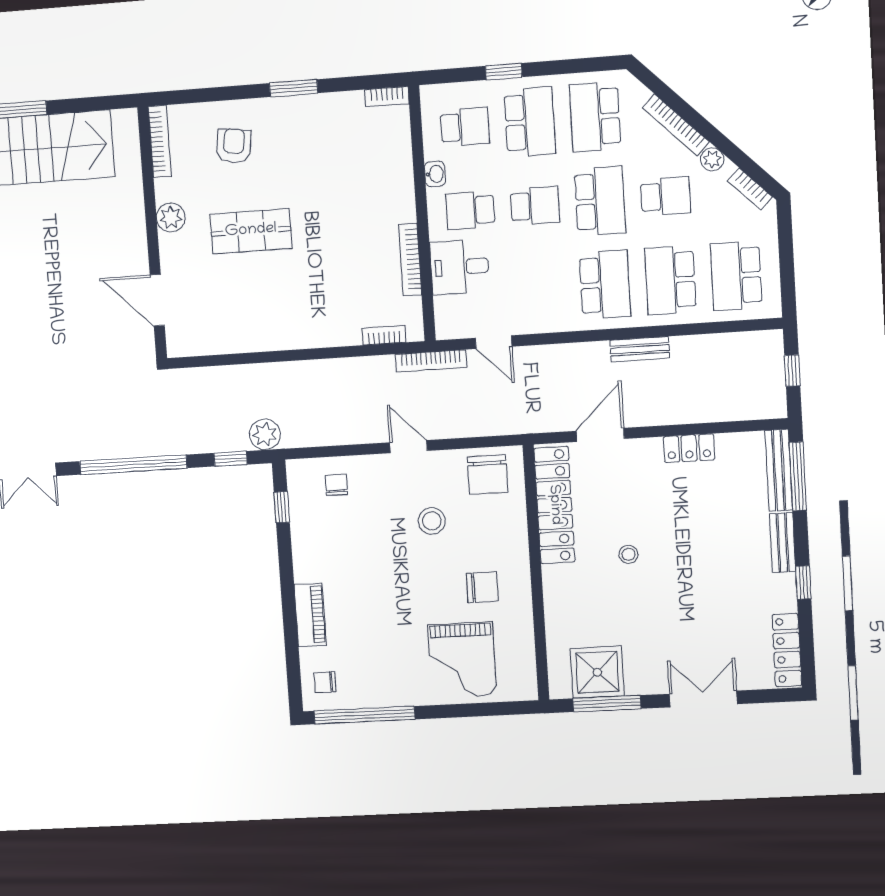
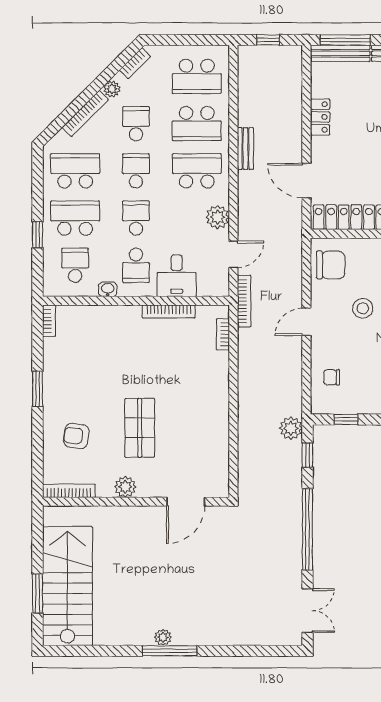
school desk: (595, 117) -> (75, 171), turned 180
school desk: (600, 201) -> (136, 171), width x0.54
plant: (543, 317) -> (218, 217), added

